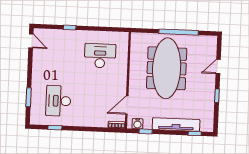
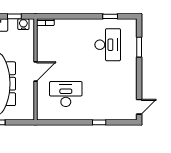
door: (31, 41) -> (139, 107), swing flipped
desk: (100, 56) -> (66, 94), turned 180
door: (127, 105) -> (35, 72), moved

